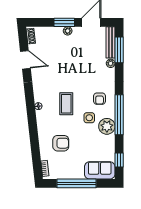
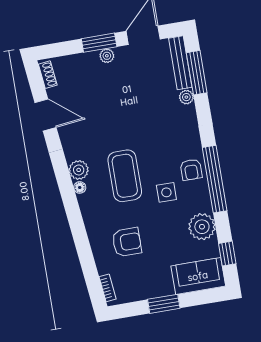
plant: (40, 96) -> (79, 170), added
armchair: (100, 99) -> (191, 170), moved
coffee table: (66, 104) -> (125, 176), width x1.36, depth x1.32
plant: (107, 126) -> (202, 227), moved
window: (76, 183) -> (164, 304), width x0.47

